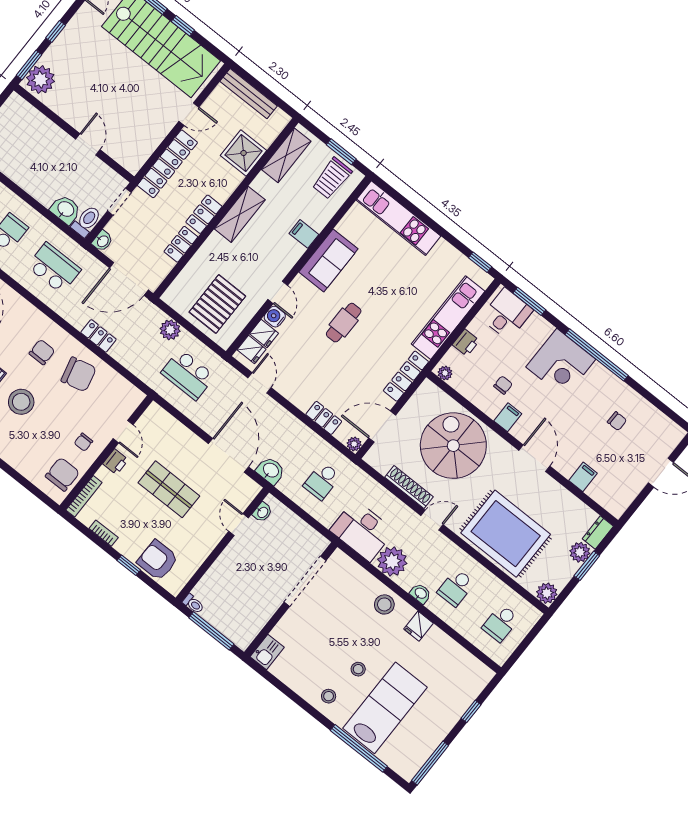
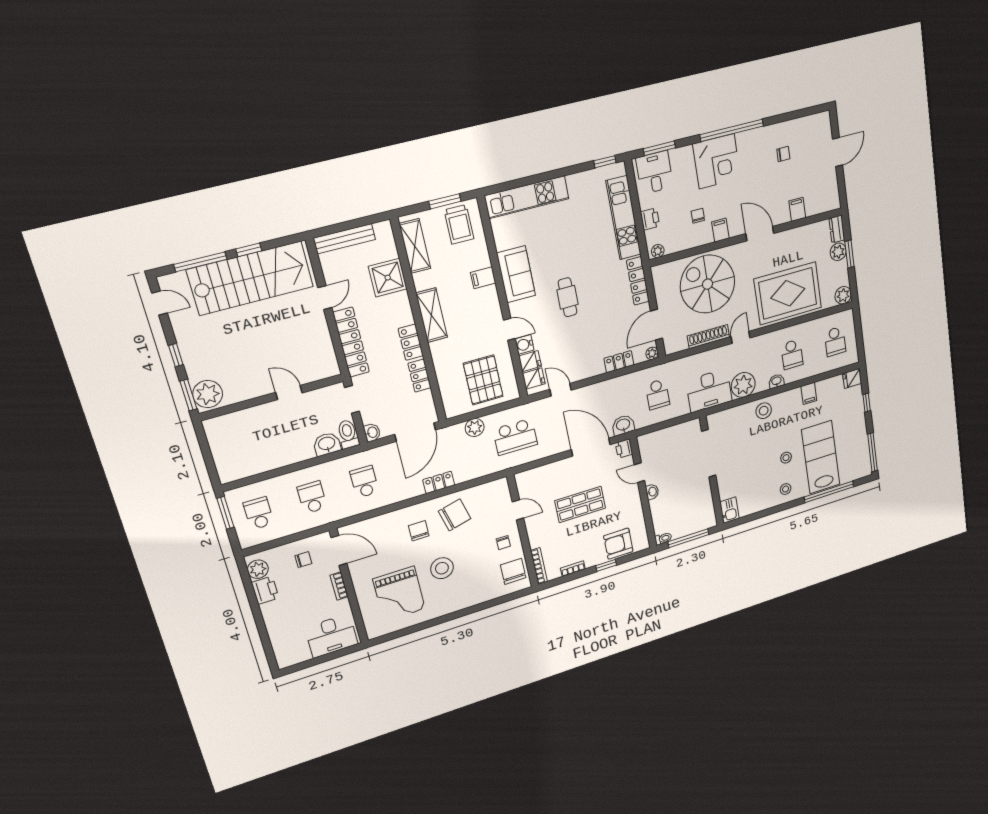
school desk: (54, 268) -> (364, 482), width x0.54
printer: (116, 462) -> (624, 449), moved, turned 180
washbasin: (262, 512) -> (652, 492), moved
fridge: (419, 626) -> (852, 378), moved, turned 90
filing cabinet: (434, 639) -> (809, 393), added

